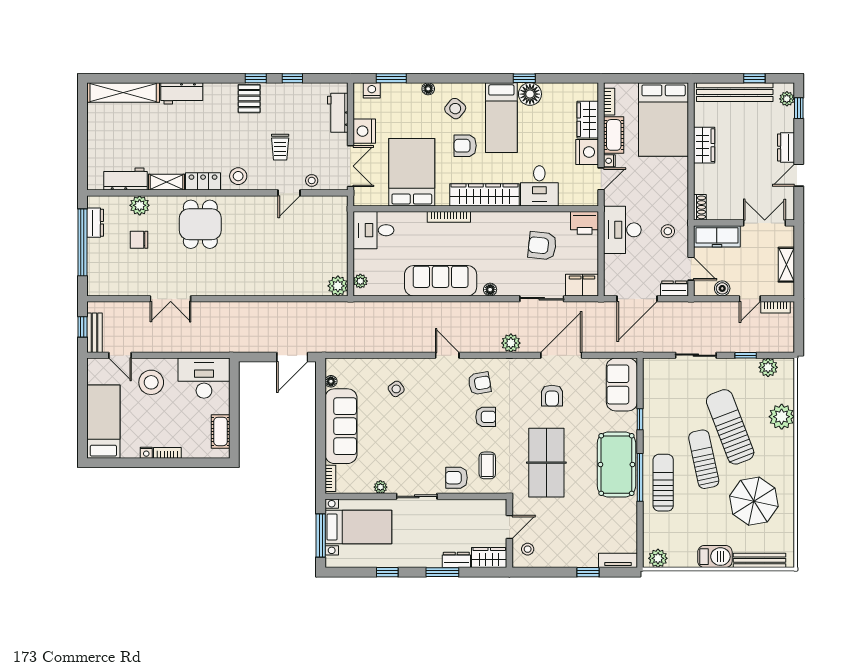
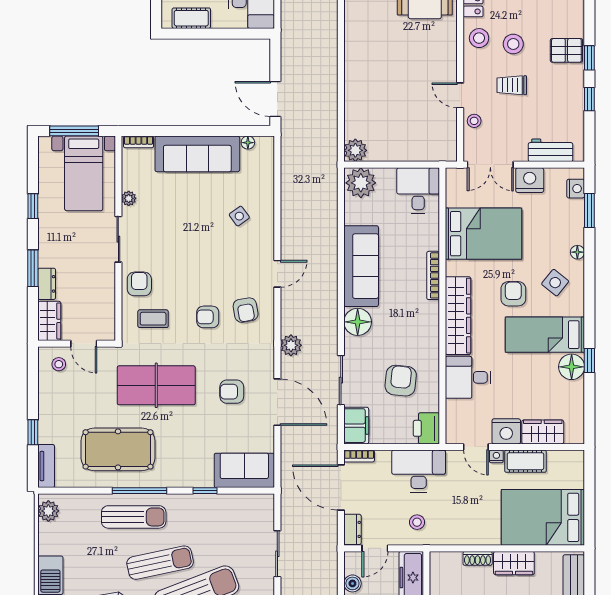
bookcase: (609, 102) -> (359, 456), moved
stool: (243, 146) -> (513, 44), added
shoe rack: (700, 207) -> (478, 558), moved
plant: (360, 281) -> (361, 183), width x1.88, depth x1.88
floor lamp: (490, 290) -> (358, 322), width x1.89, depth x1.89
armchair: (486, 417) -> (208, 317), turned 90
pool table: (616, 465) -> (118, 449), moved

